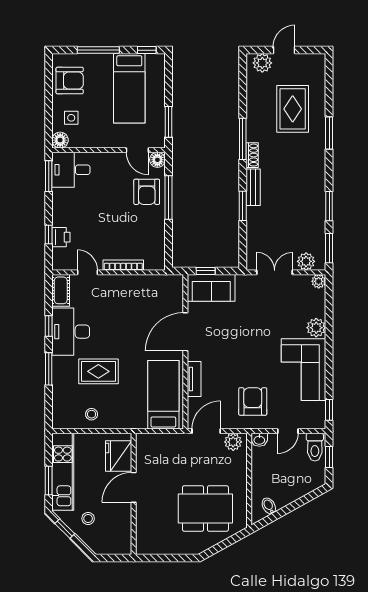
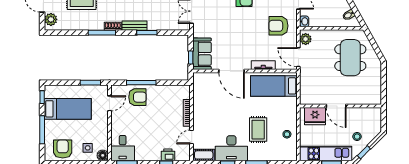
floor lamp: (157, 160) -> (116, 90), removed

